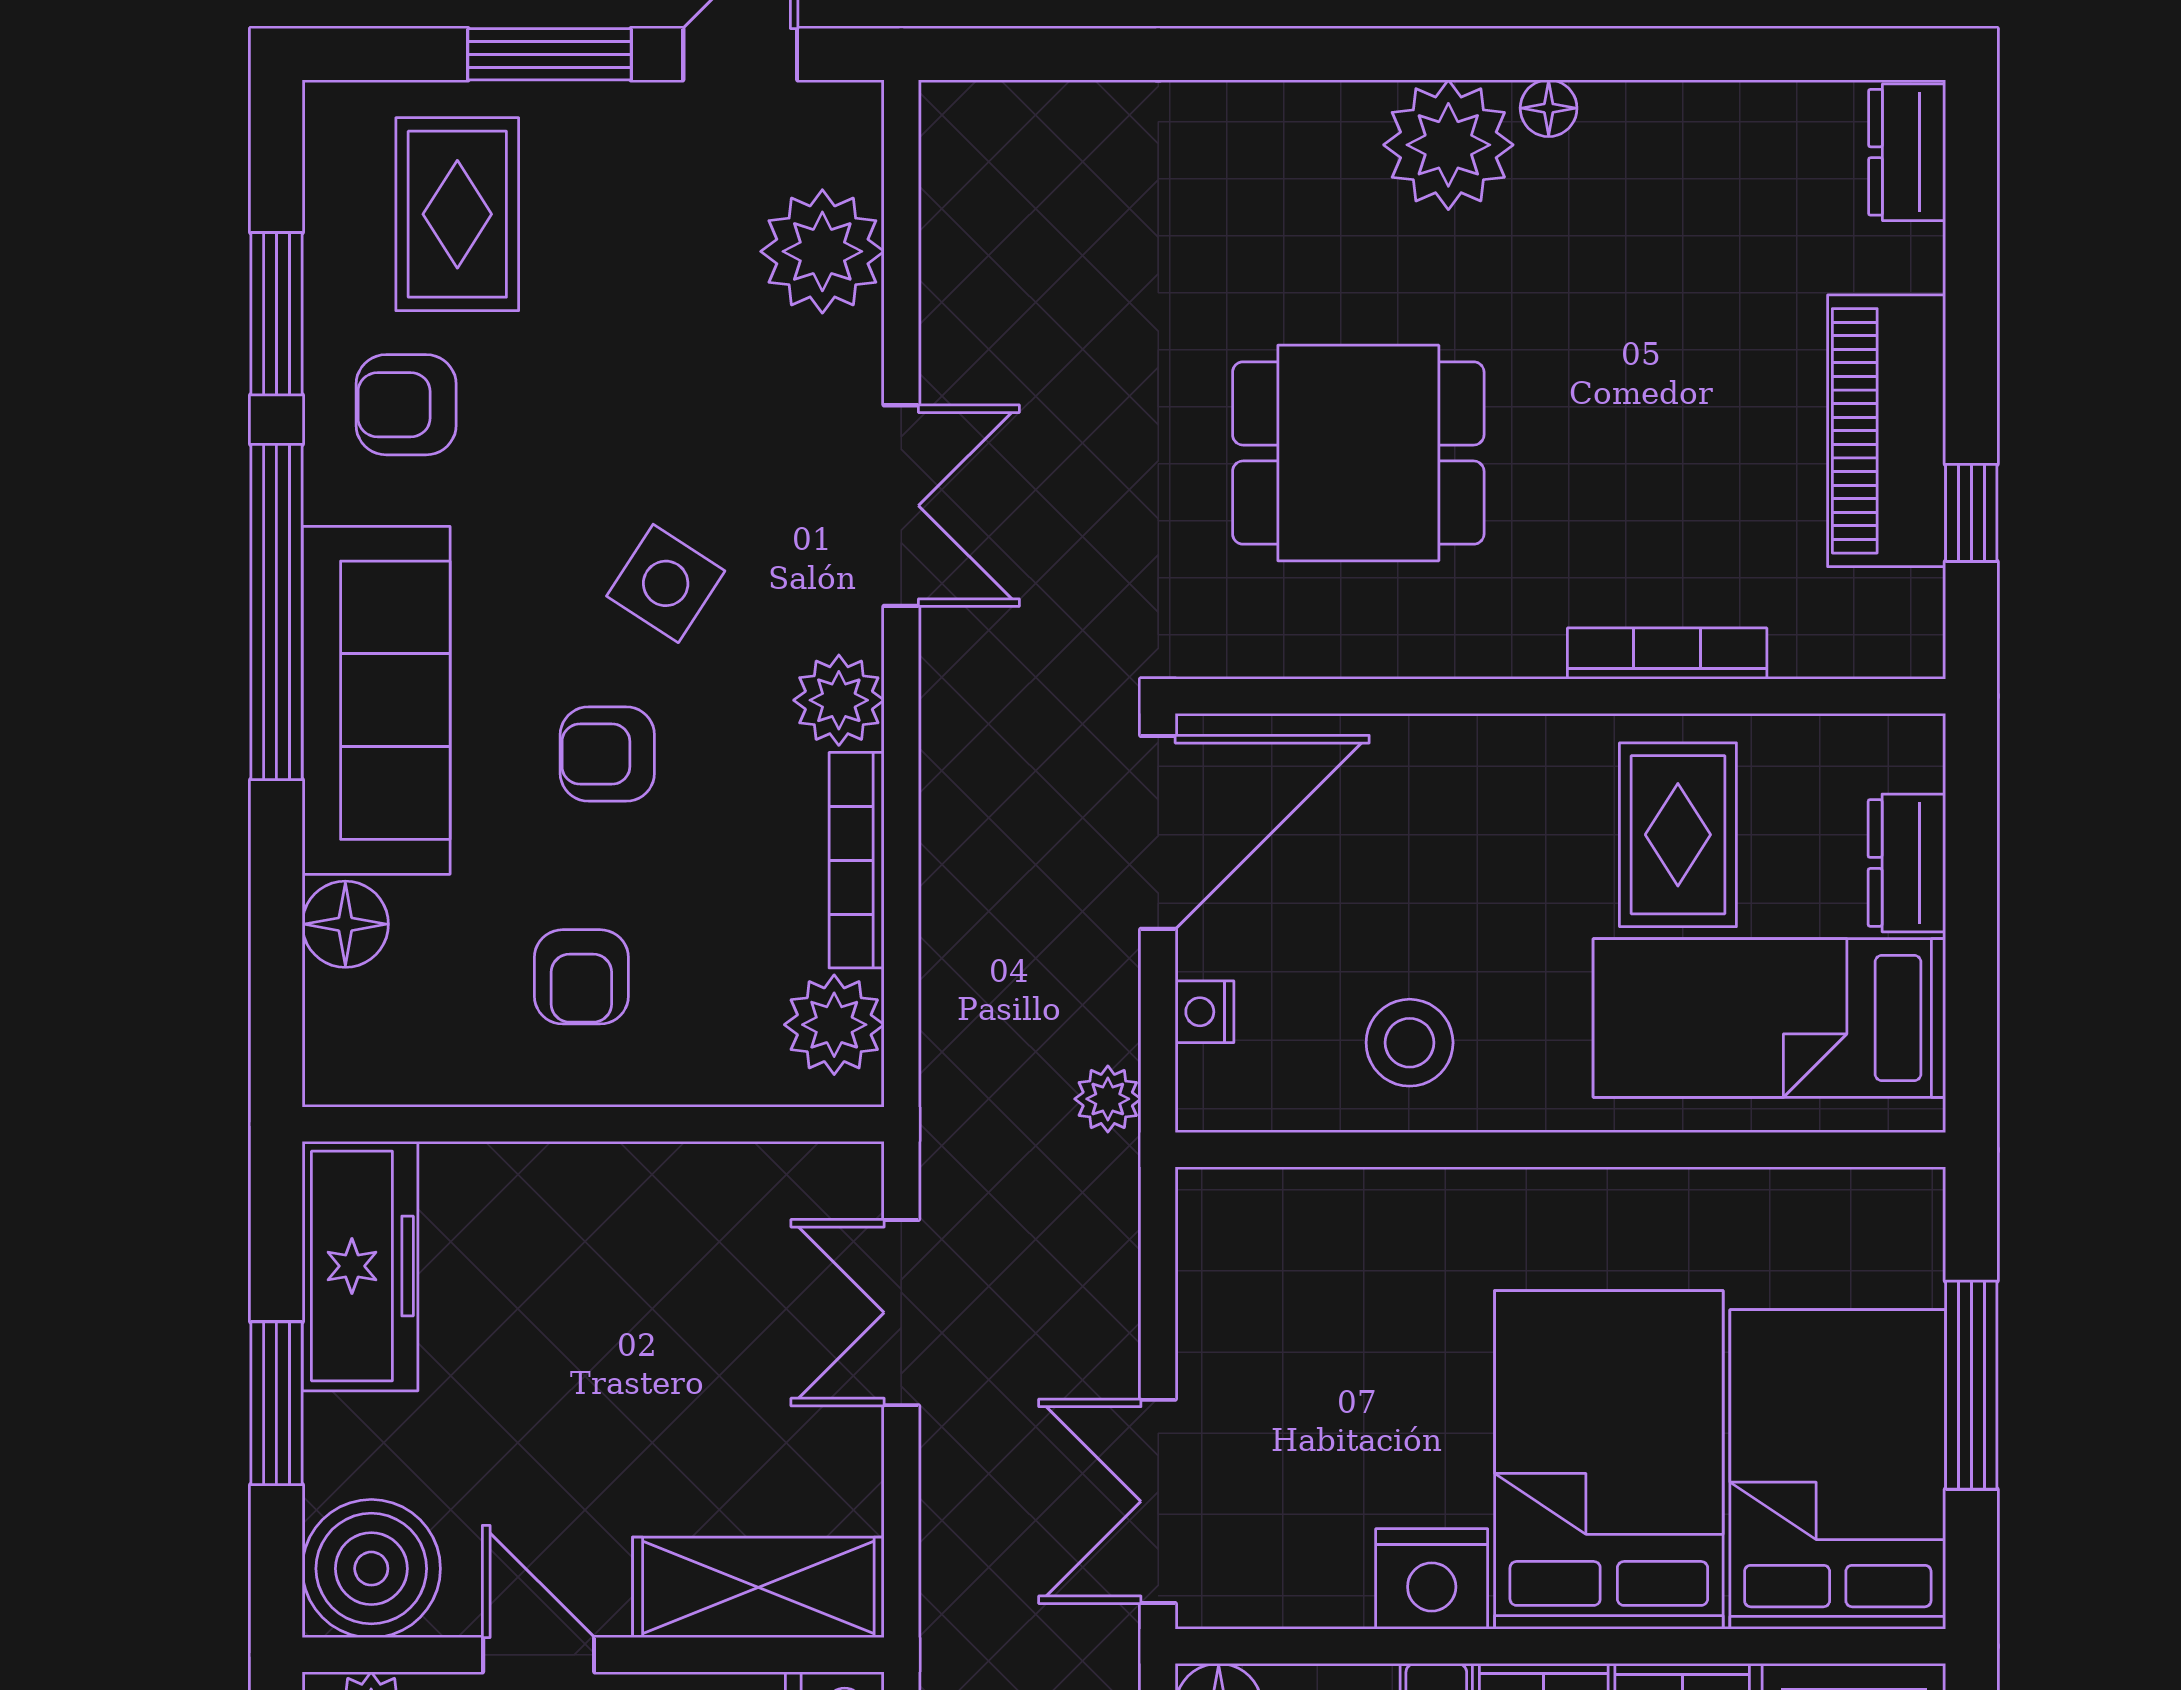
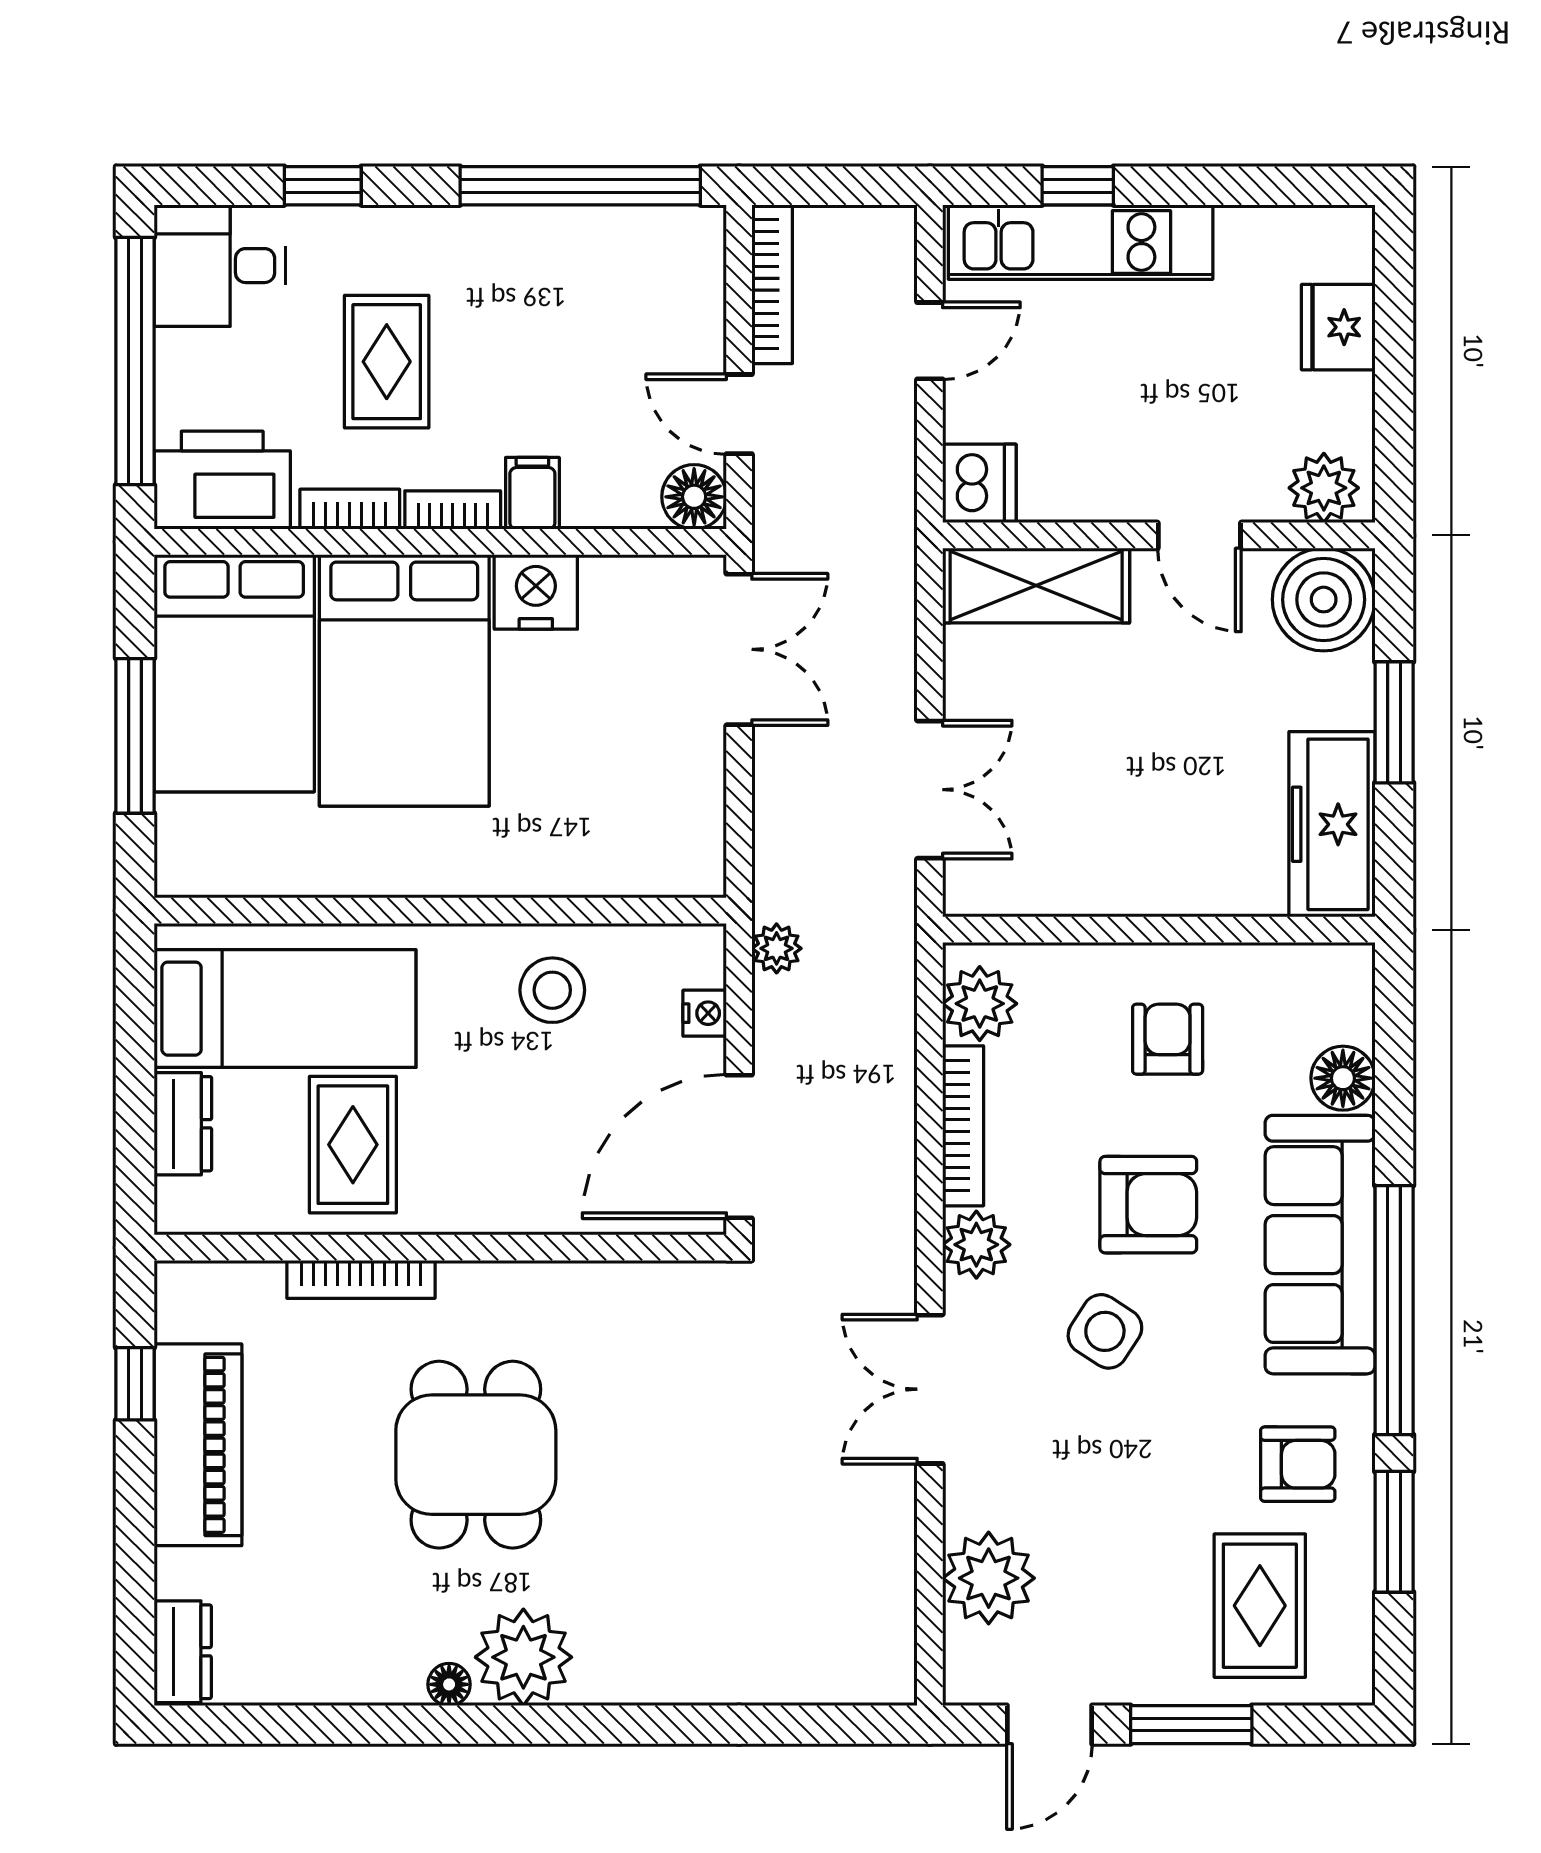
dining table: (1358, 453) -> (476, 1455), moved, turned 90
armchair: (607, 754) -> (1148, 1205), width x1.38, depth x1.38

